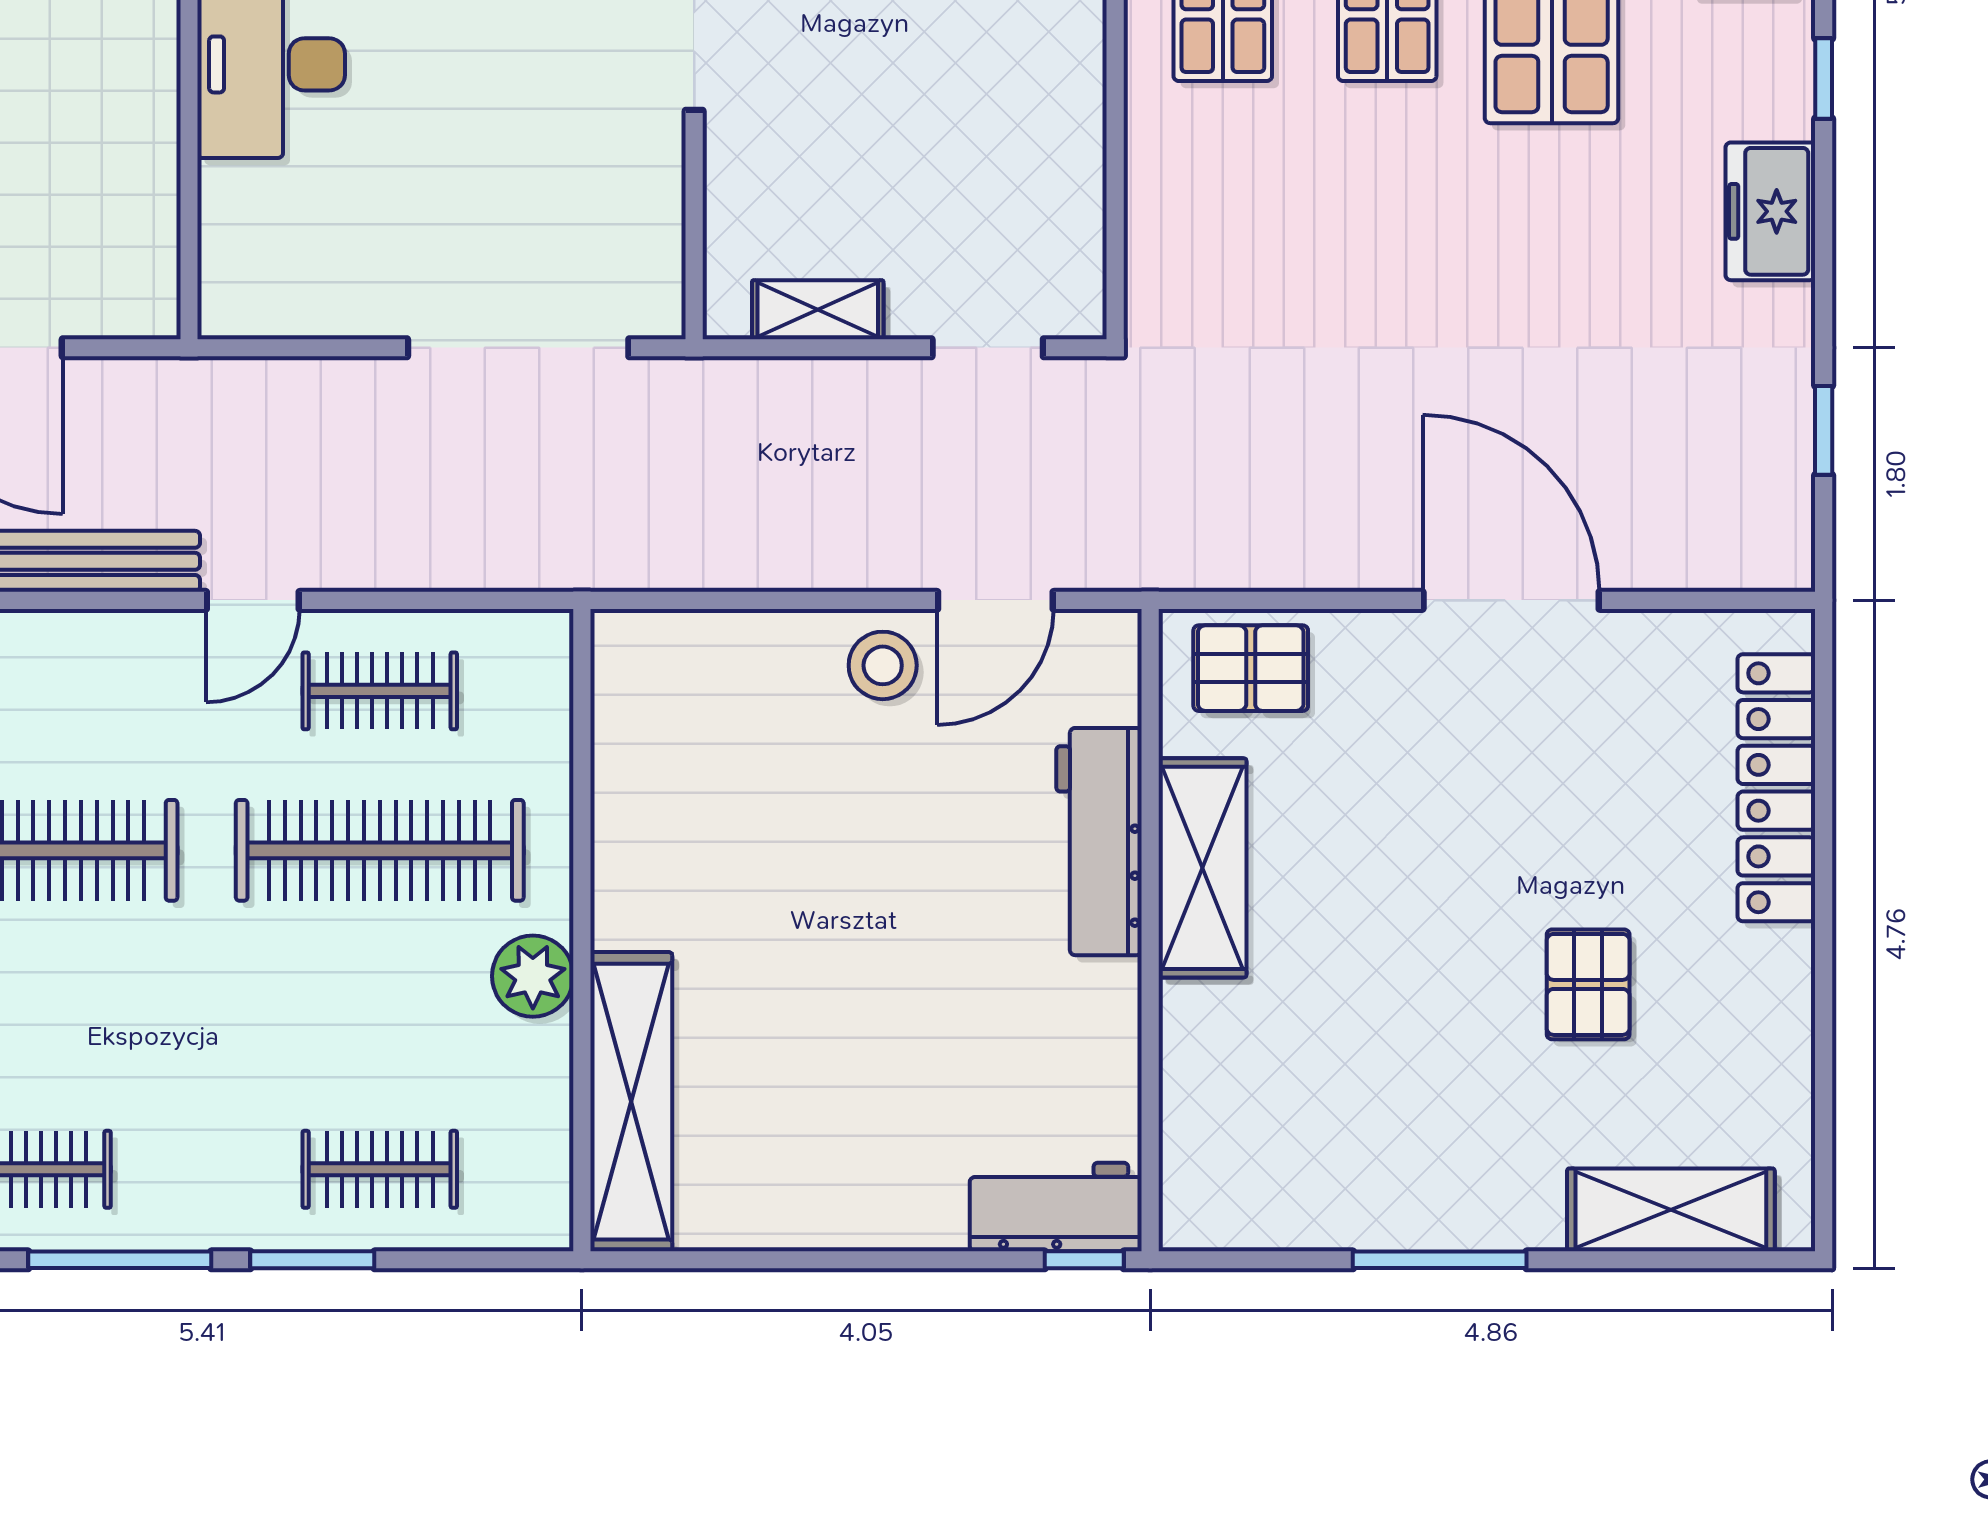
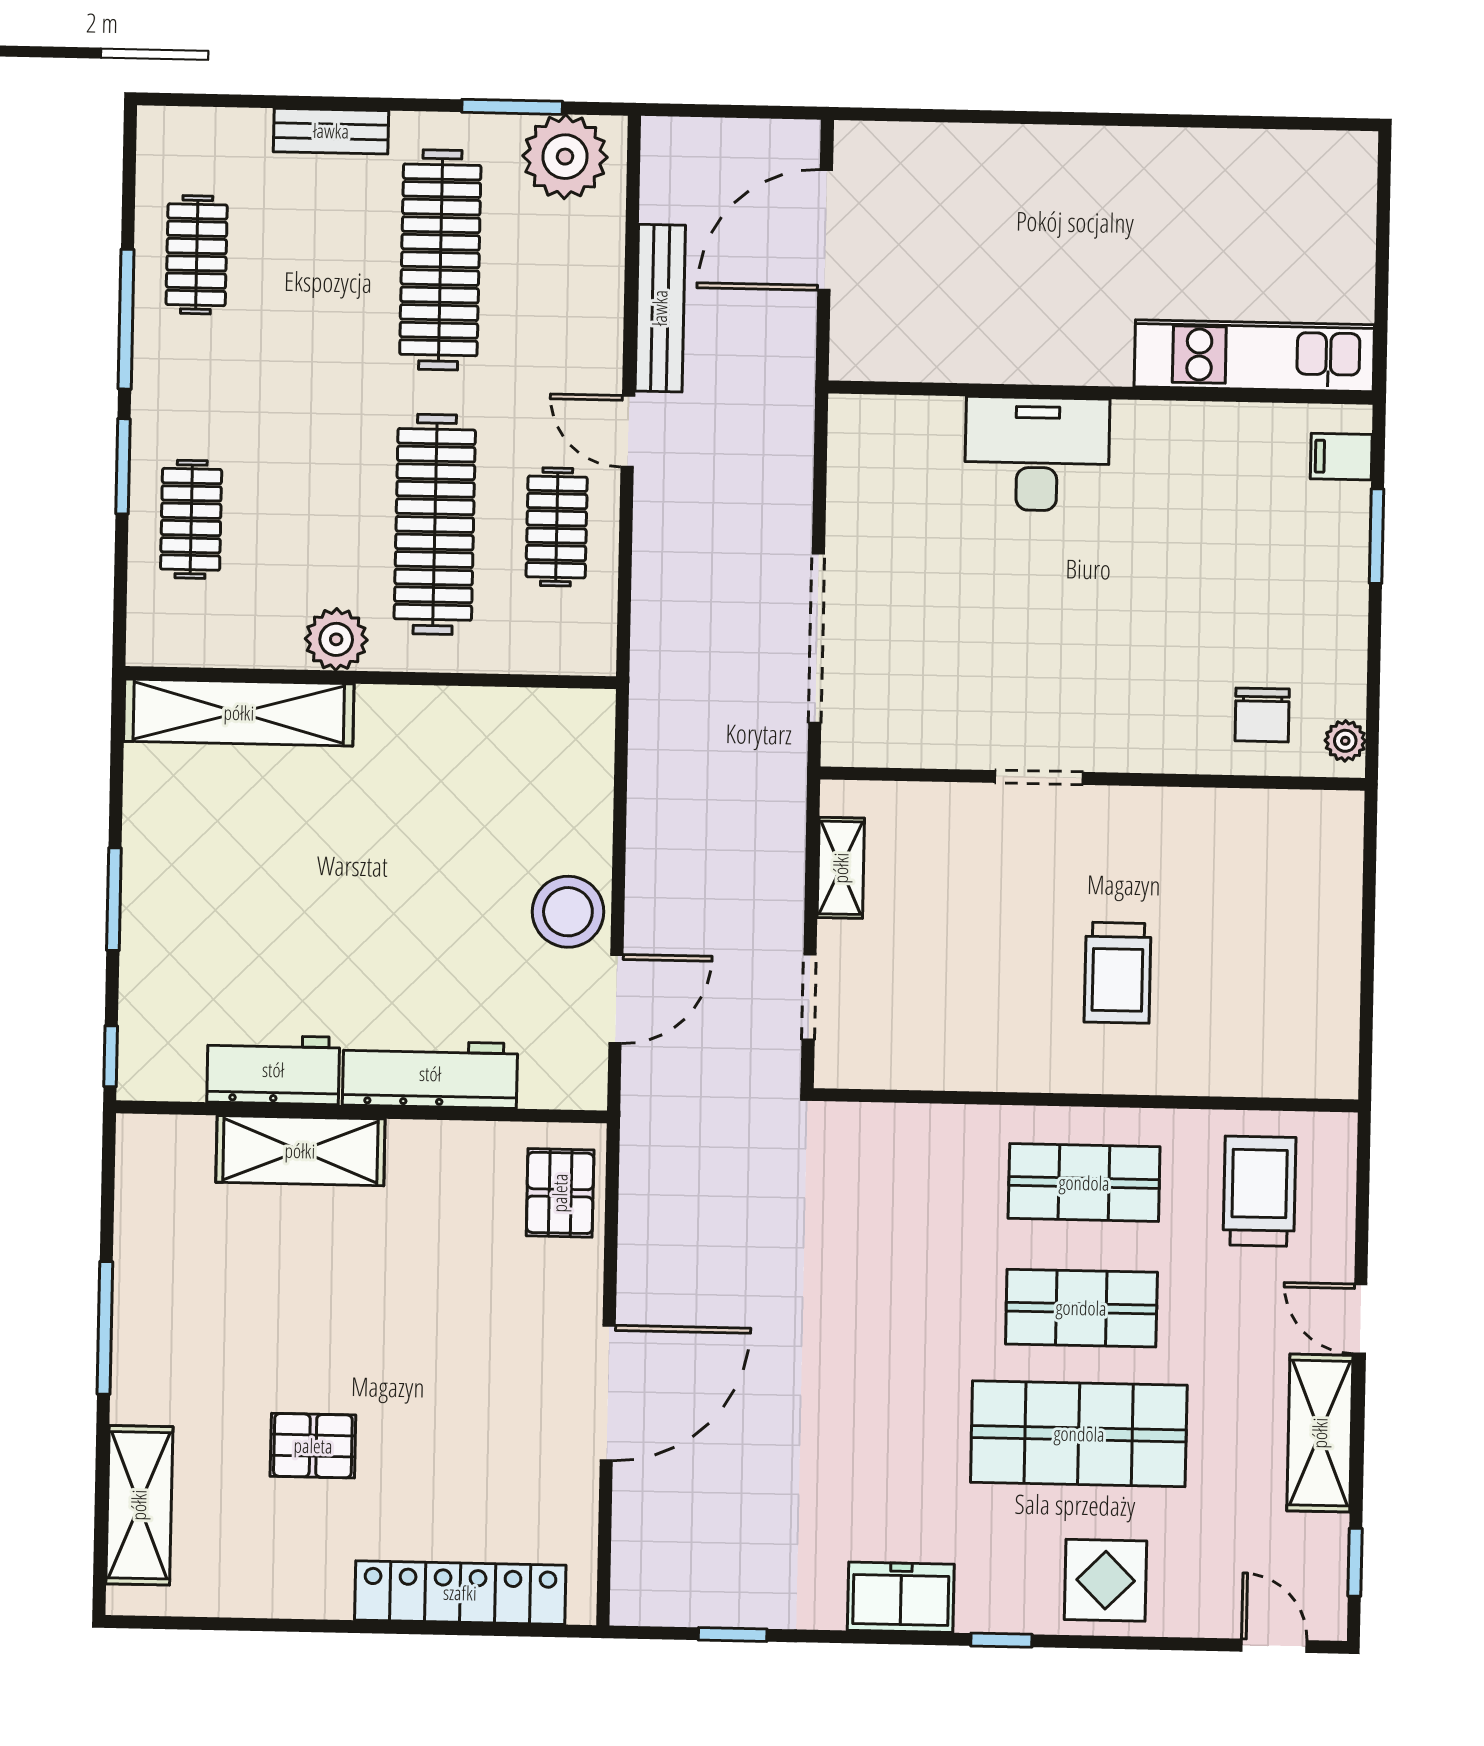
door: (995, 600) -> (616, 999), swing flipped
stool: (883, 665) -> (568, 912), width x1.38, depth x1.38
shelving: (1202, 868) -> (300, 1151), moved
workbench: (1056, 1207) -> (273, 1070), moved, turned -90
window: (879, 1260) -> (114, 899), added

